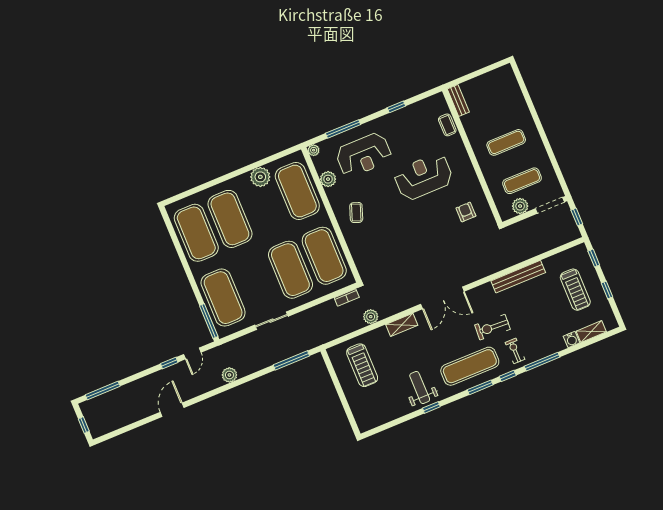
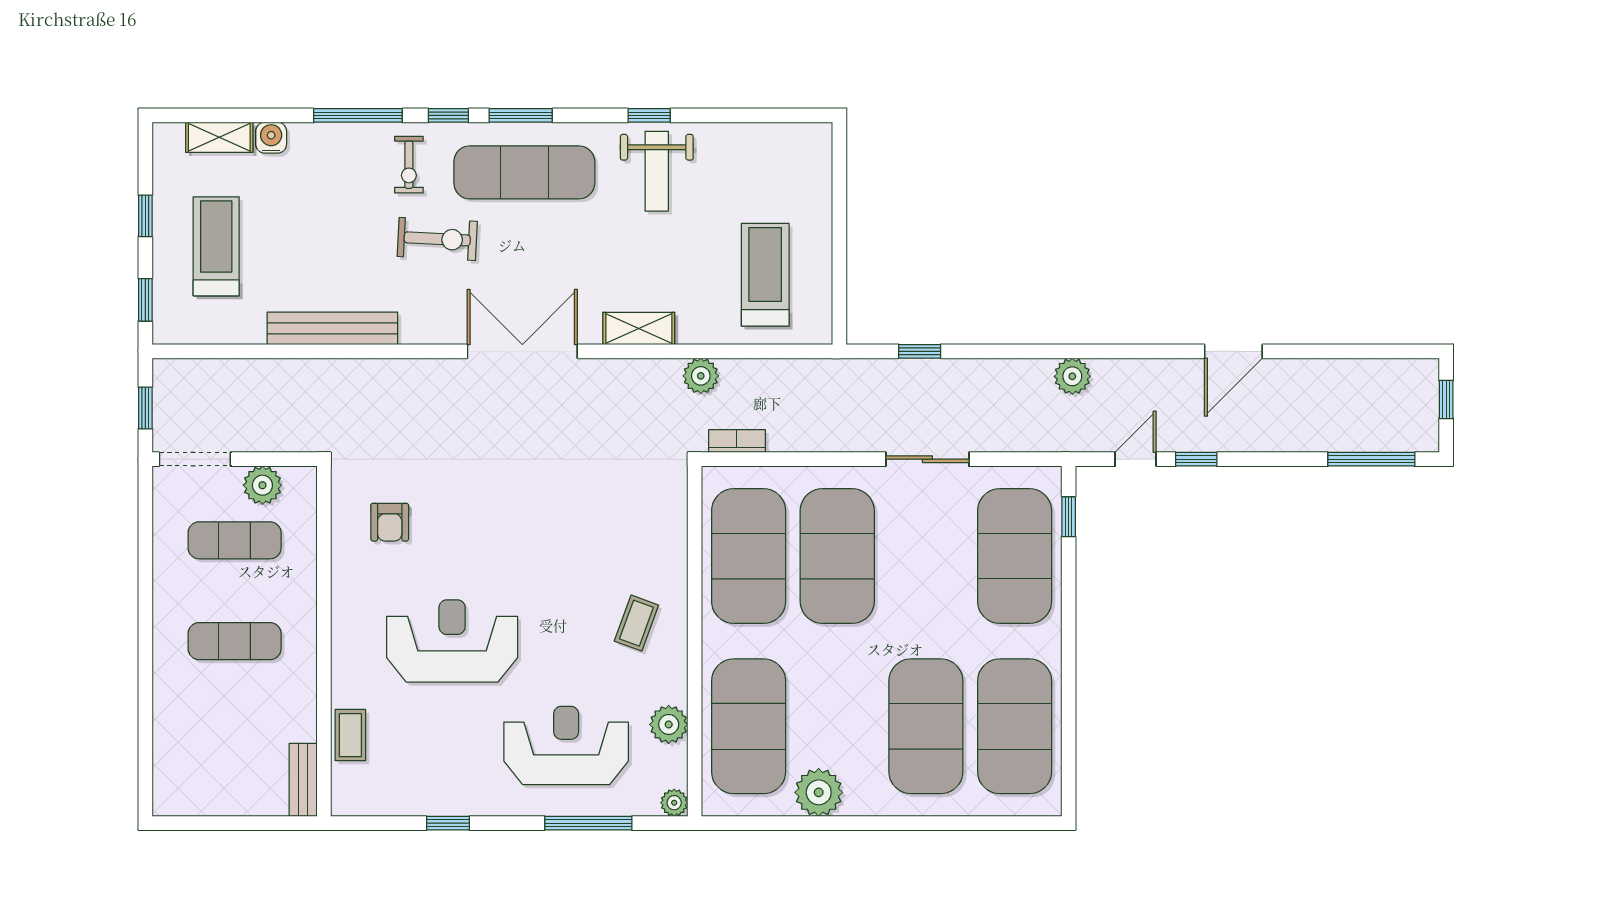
reception desk: (423, 177) -> (452, 641), turned 180
window: (209, 321) -> (1069, 517), width x0.46
window: (291, 360) -> (920, 351), width x0.46

